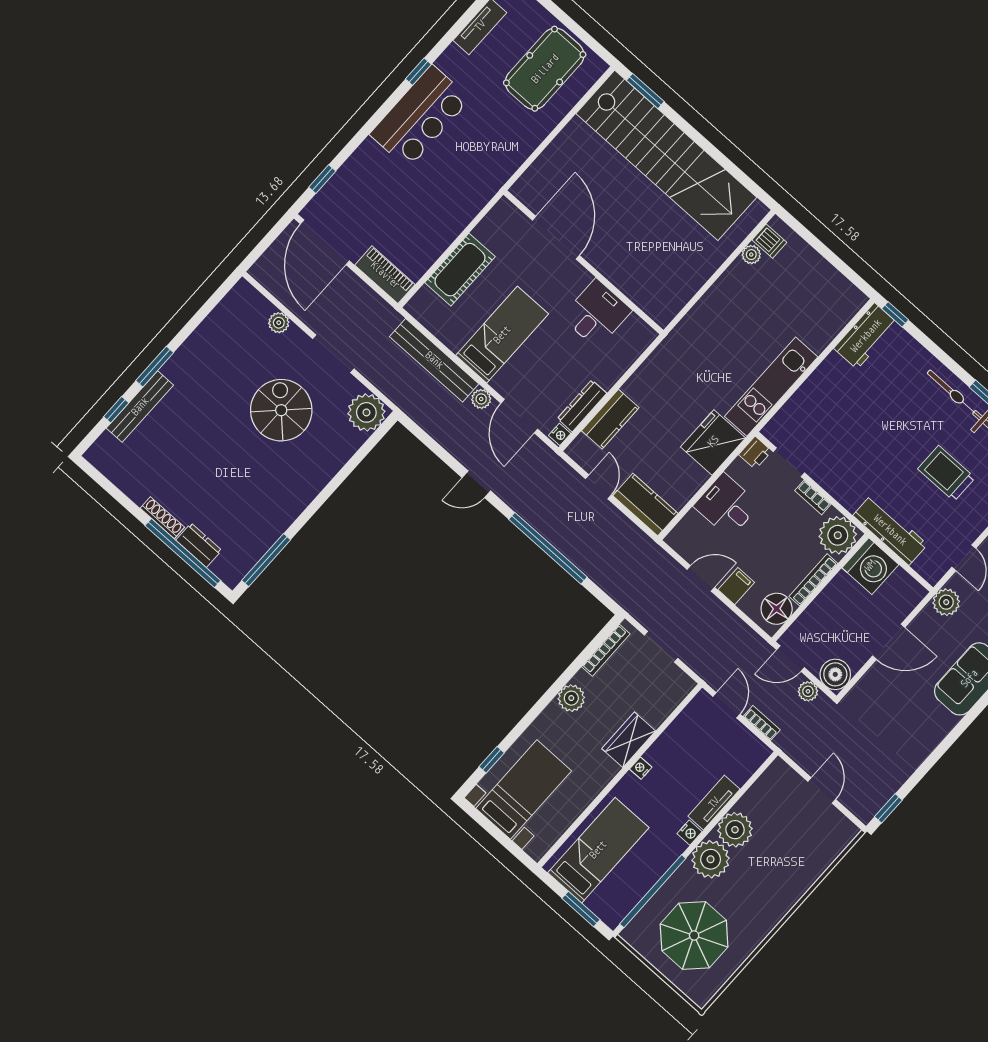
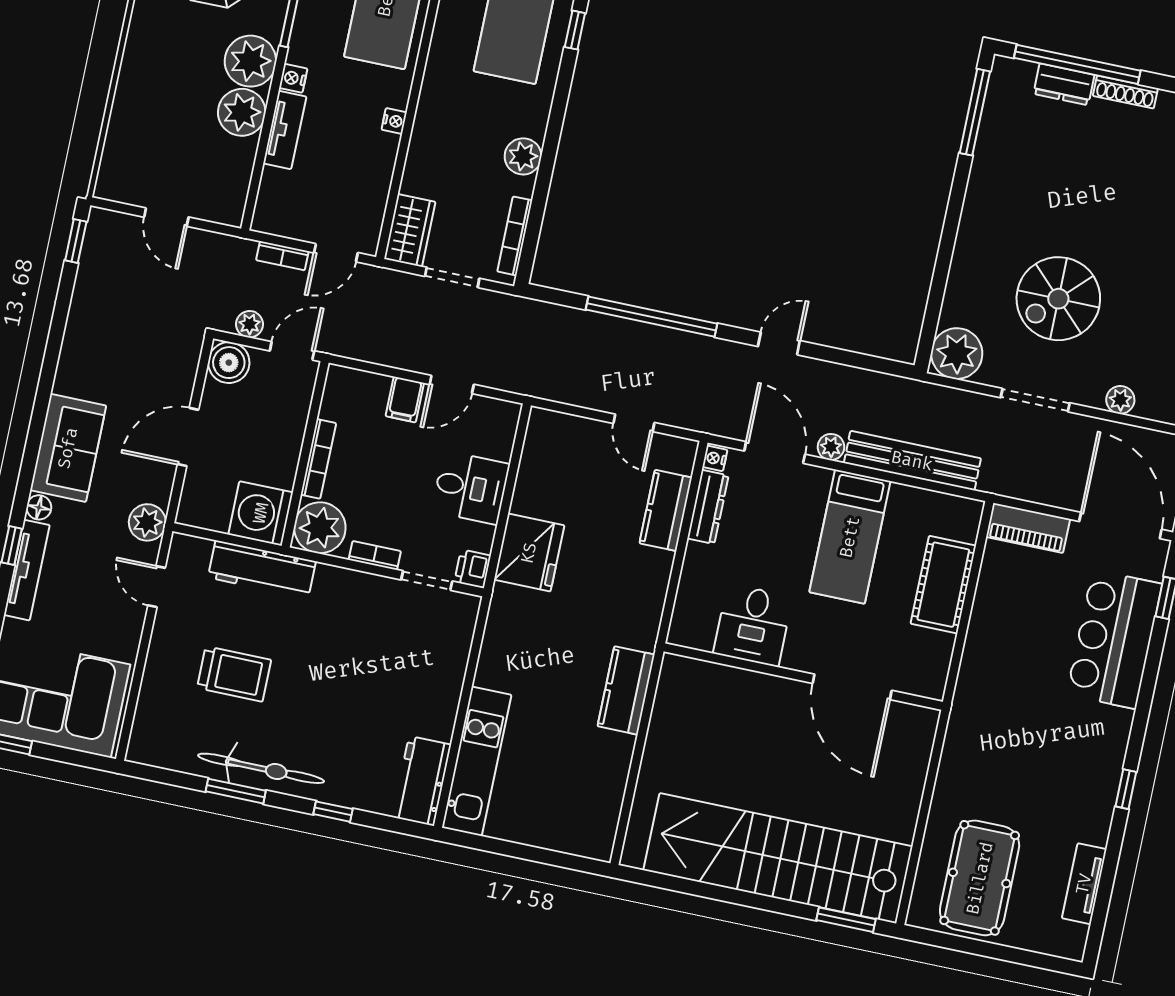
bar counter: (420, 117) -> (1114, 639), moved
dishwasher: (769, 241) -> (599, 827), removed
plant: (751, 255) -> (611, 799), removed
window: (895, 314) -> (333, 812), moved
kitchen unit: (771, 387) -> (477, 761), moved
spiral stairs: (281, 410) -> (1058, 299), turned 90
kitchen counter: (645, 505) -> (626, 690), moved, turned 90
floor lamp: (777, 609) -> (342, 400), removed
door: (726, 705) -> (336, 253), hinge flipped
wardrobe: (629, 740) -> (410, 230), moved

